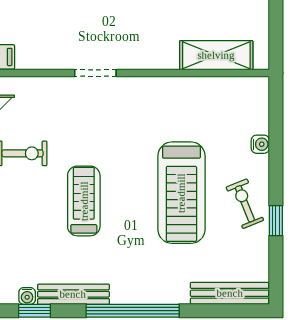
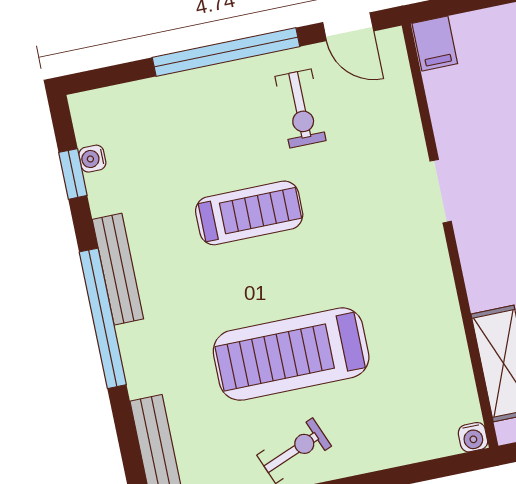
water cooler: (260, 144) -> (473, 437), moved
bench: (73, 294) -> (118, 269), moved

